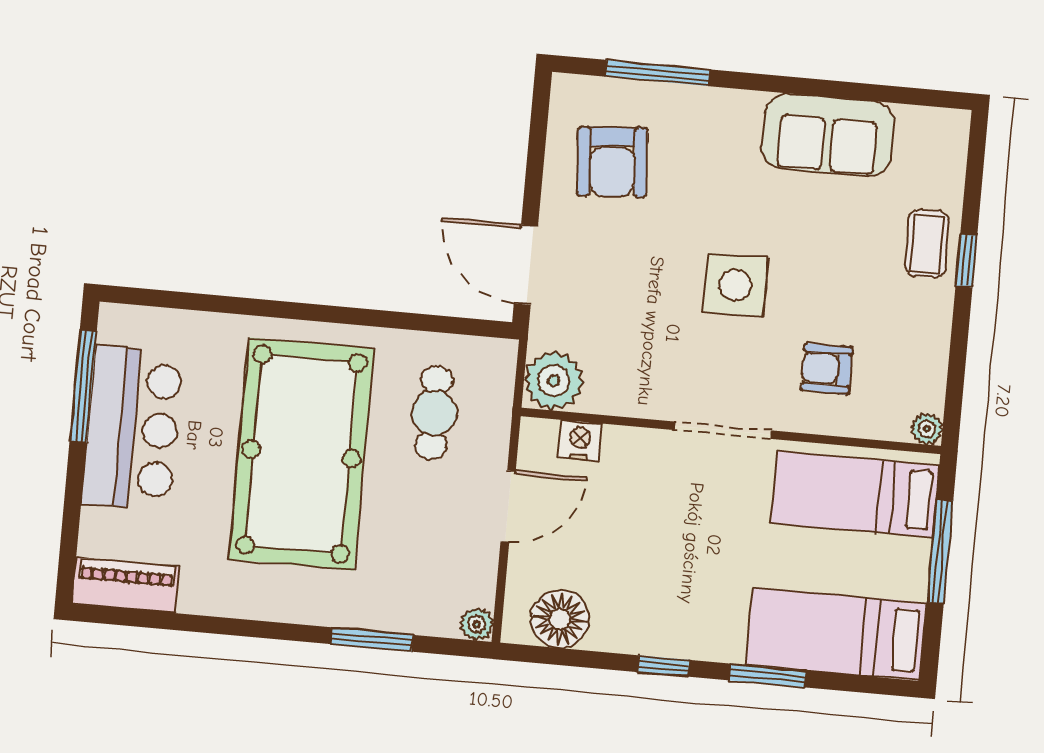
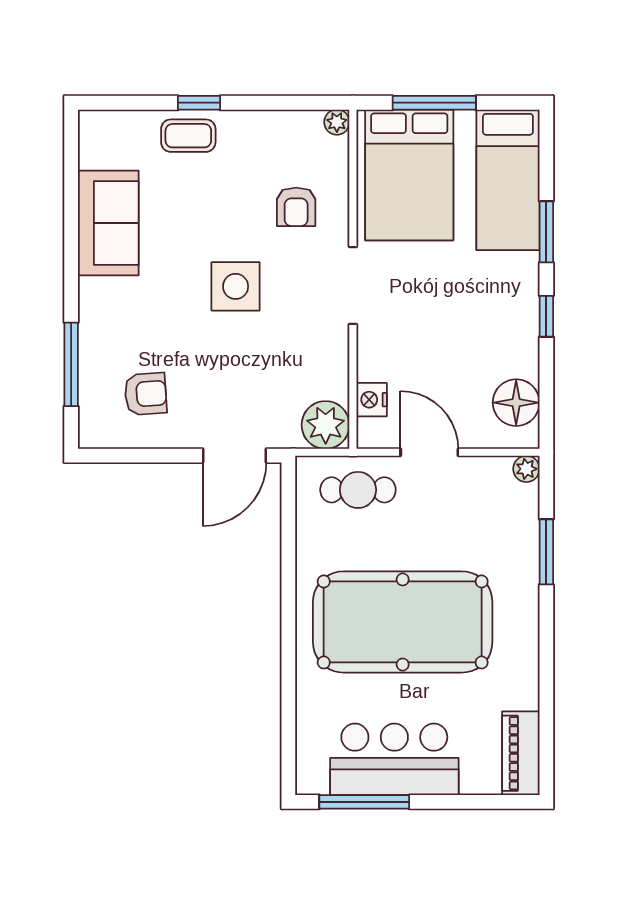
armchair: (612, 162) -> (146, 394), width x0.72, depth x0.72
cafe table: (434, 413) -> (358, 490), moved
bed: (855, 494) -> (409, 175), width x1.50

